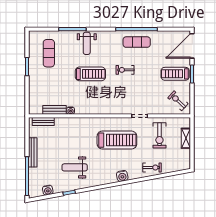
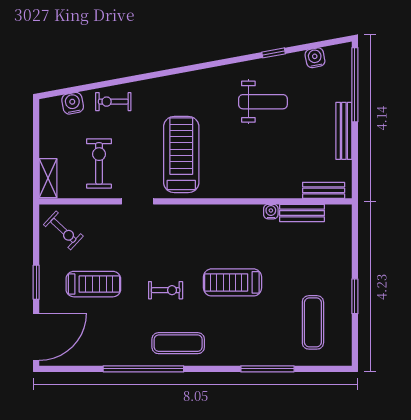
exercise mat: (137, 42) -> (178, 343), moved
weight bench: (87, 43) -> (240, 341), removed
treadmill: (175, 74) -> (93, 284), moved
shelving: (186, 138) -> (48, 178), moved
treadmill: (117, 140) -> (181, 155), turned 90
water cooler: (122, 176) -> (73, 103), moved

